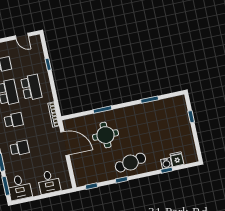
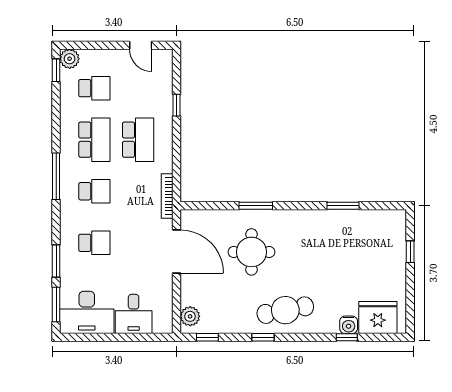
fridge: (177, 159) -> (378, 318), width x1.88, depth x1.34
plant: (80, 177) -> (190, 316), added
desk: (19, 187) -> (87, 312), width x1.37

